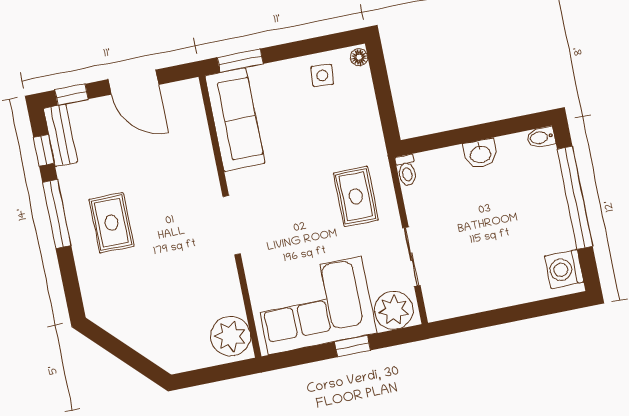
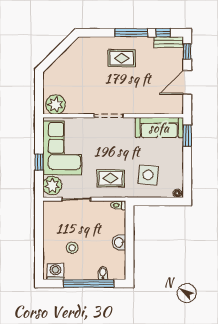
side table: (322, 76) -> (148, 175), moved, width x1.87, depth x1.87
bidet: (541, 137) -> (103, 273), moved
stool: (510, 245) -> (72, 248), added

